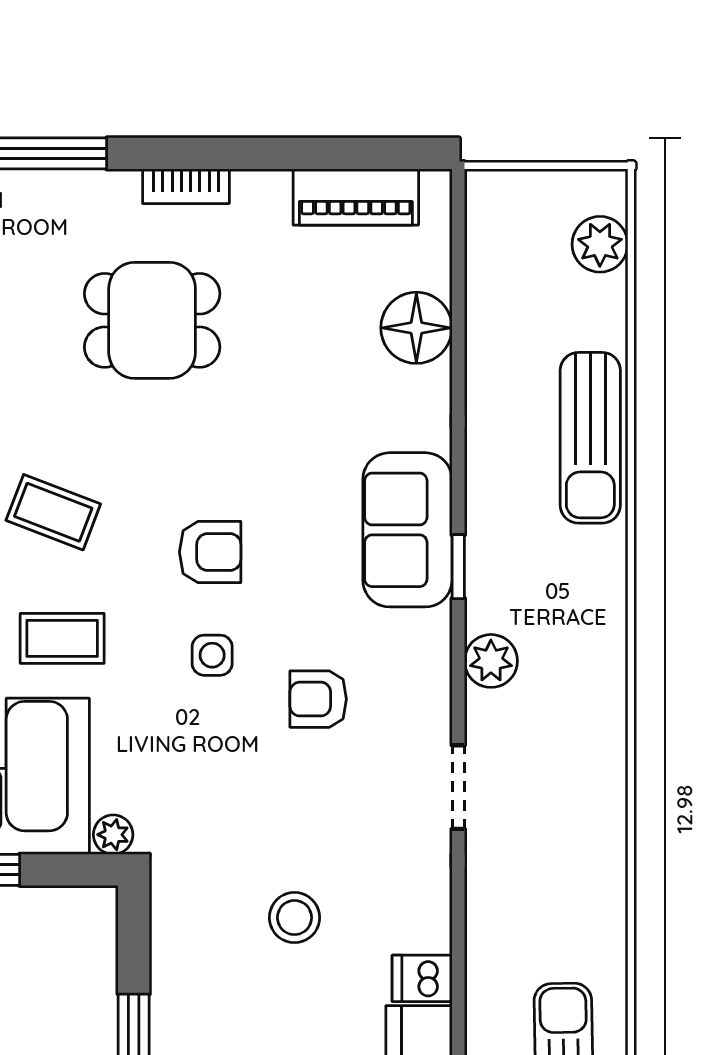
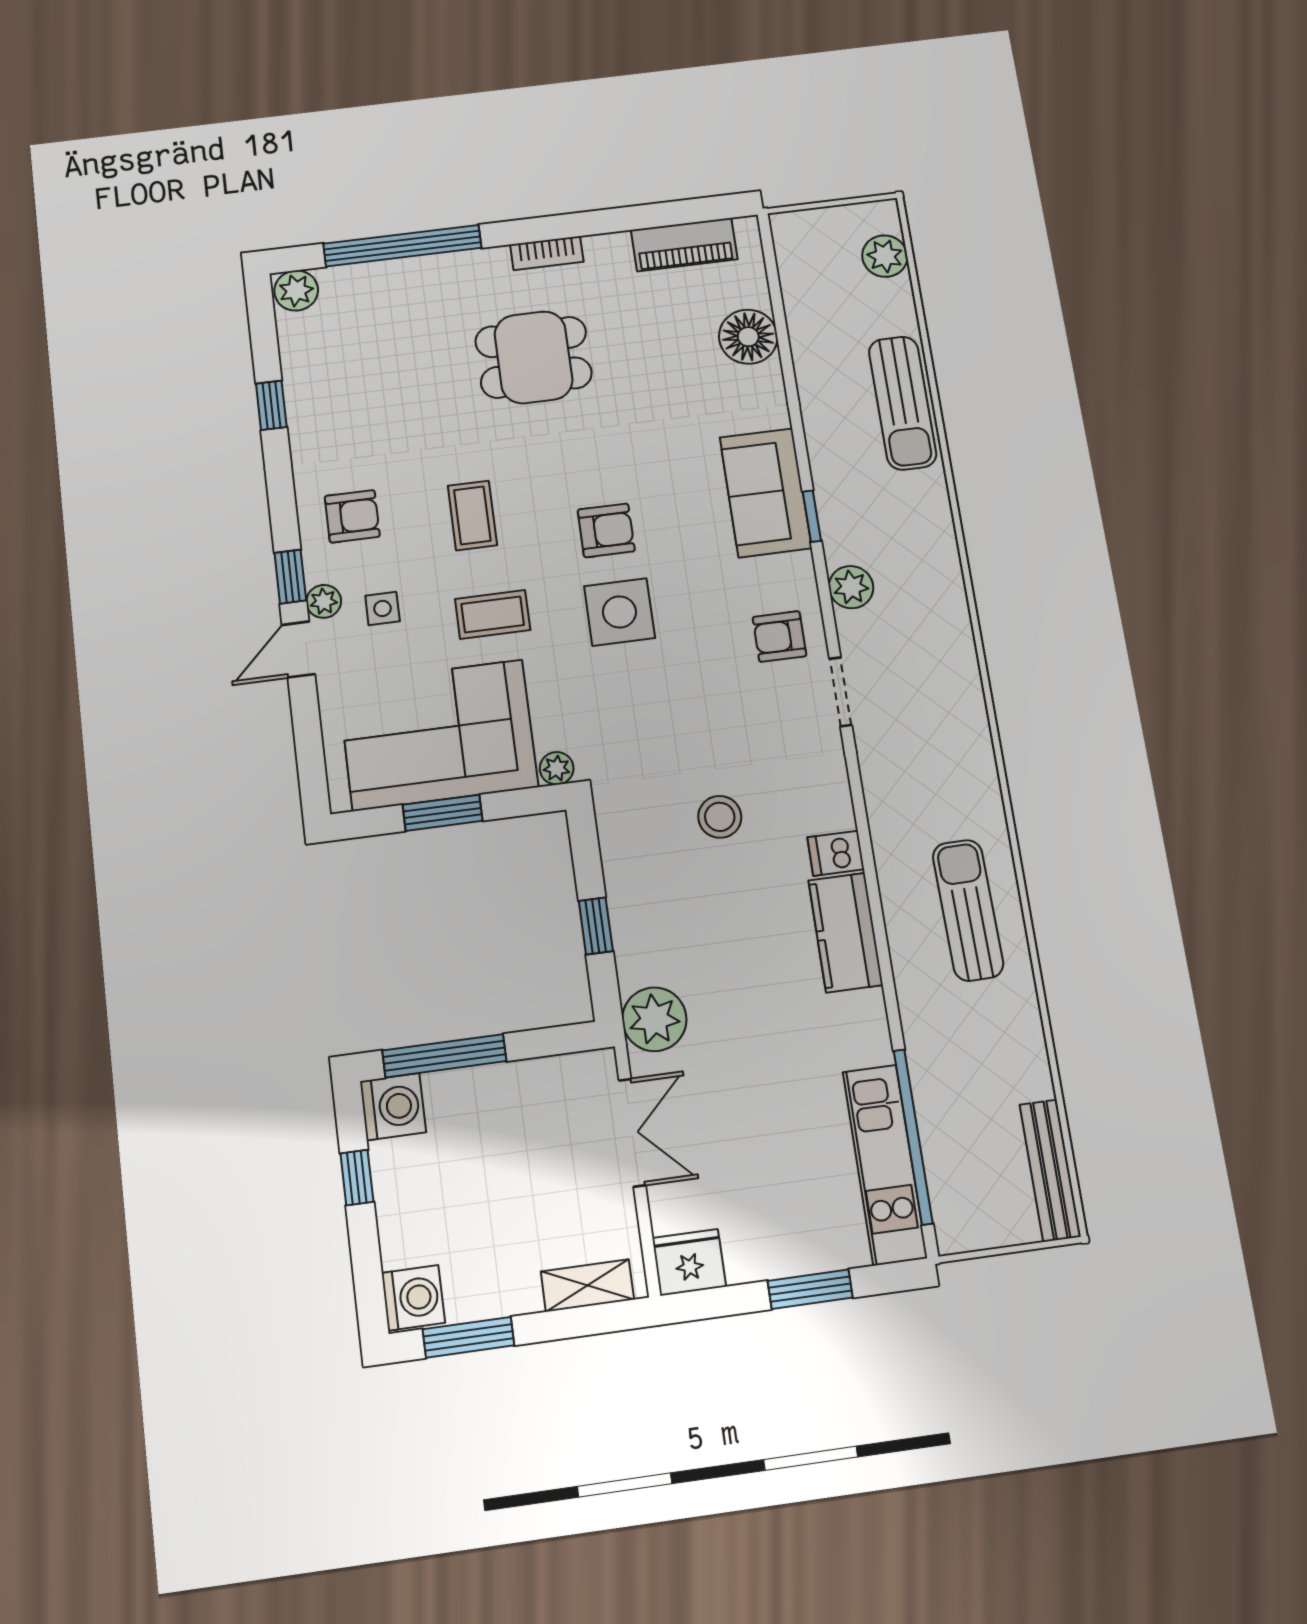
coffee table: (53, 512) -> (472, 515), turned 69
side table: (212, 655) -> (619, 612), width x1.87, depth x1.87
armchair: (318, 699) -> (779, 636), moved

